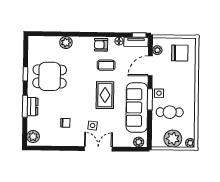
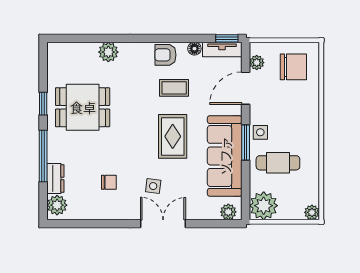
window: (25, 106) -> (43, 156), width x1.44
dresser: (33, 107) -> (55, 178), moved
plant: (173, 139) -> (264, 206), moved

